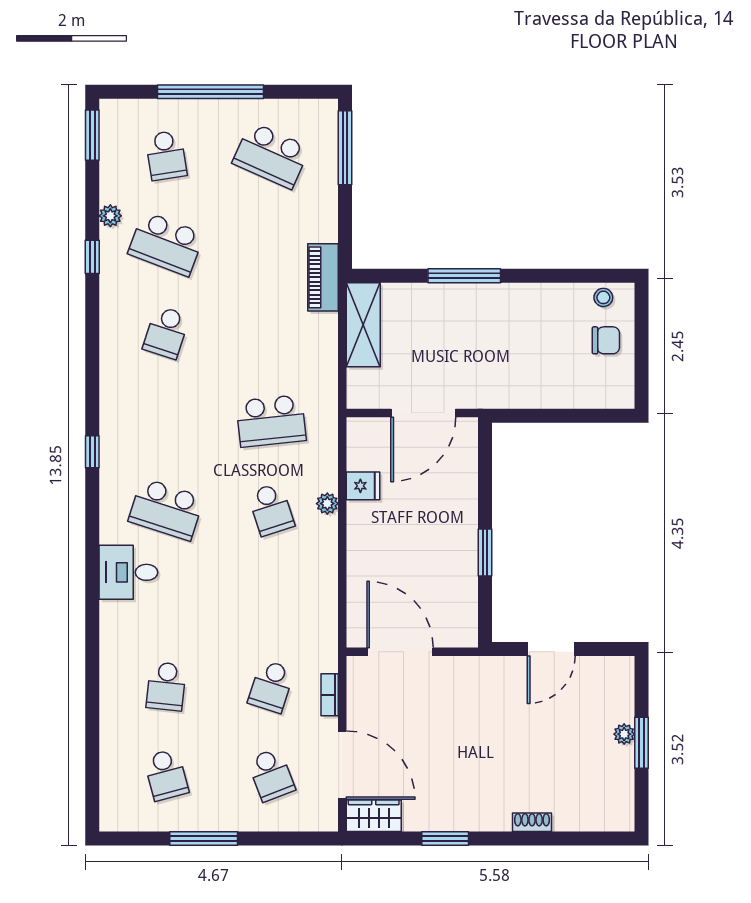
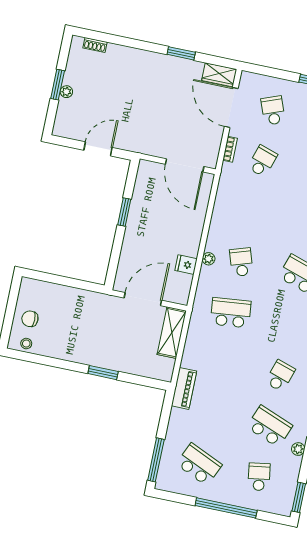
window: (464, 276) -> (103, 373), width x0.69
shelving: (363, 325) -> (172, 333), moved
shoe rack: (532, 822) -> (95, 45), moved

